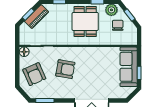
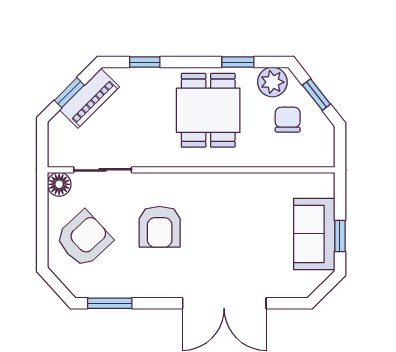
sofa: (129, 67) -> (314, 234), width x0.73
armchair: (65, 69) -> (160, 227), turned 80
armchair: (34, 74) -> (84, 239), turned -109

